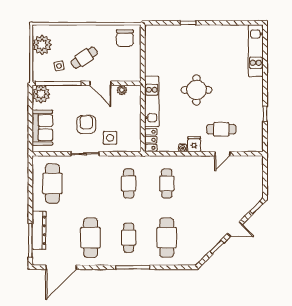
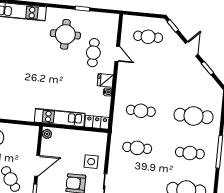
plant: (122, 90) -> (47, 134), moved
round table: (197, 90) -> (65, 34), moved
cafe table: (243, 183) -> (148, 37), added

